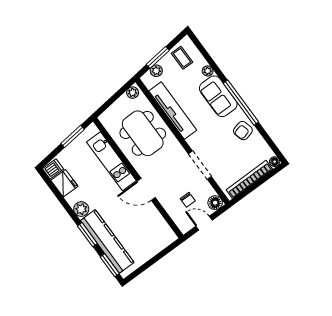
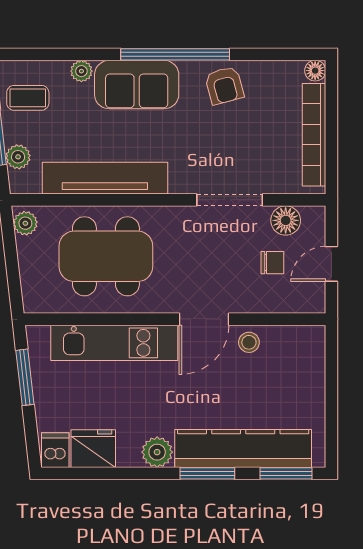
floor lamp: (215, 203) -> (286, 220), moved
stool: (150, 213) -> (249, 342), added

